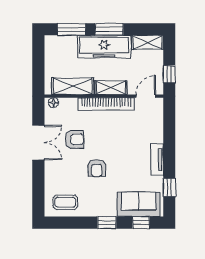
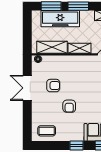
freezer: (104, 47) -> (60, 19), moved
bookcase: (106, 104) -> (76, 60), removed
double door: (38, 142) -> (27, 88), swing flipped

